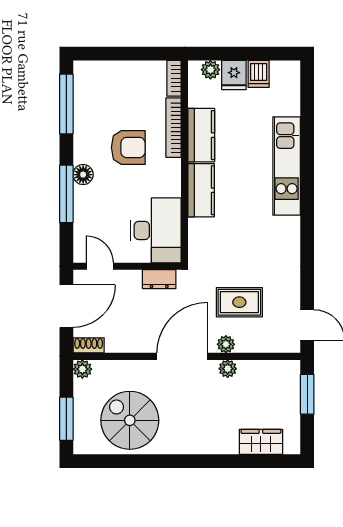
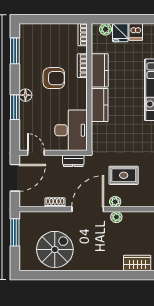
window: (66, 104) -> (15, 51), width x0.69
bookcase: (174, 128) -> (82, 66), width x0.64
window: (66, 194) -> (15, 107), width x0.69
shoe rack: (89, 345) -> (55, 202), moved
plant: (82, 369) -> (25, 217), removed
window: (66, 419) -> (15, 232), moved
spiral stairs: (130, 420) -> (55, 249), turned 90

